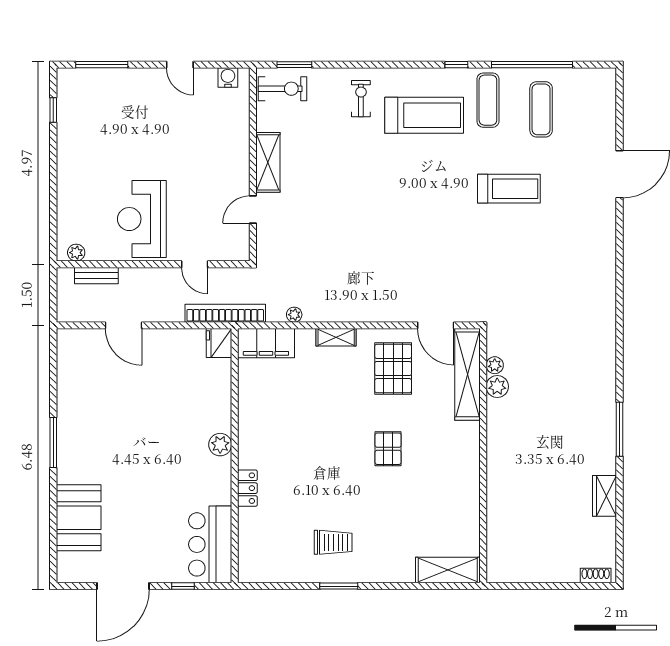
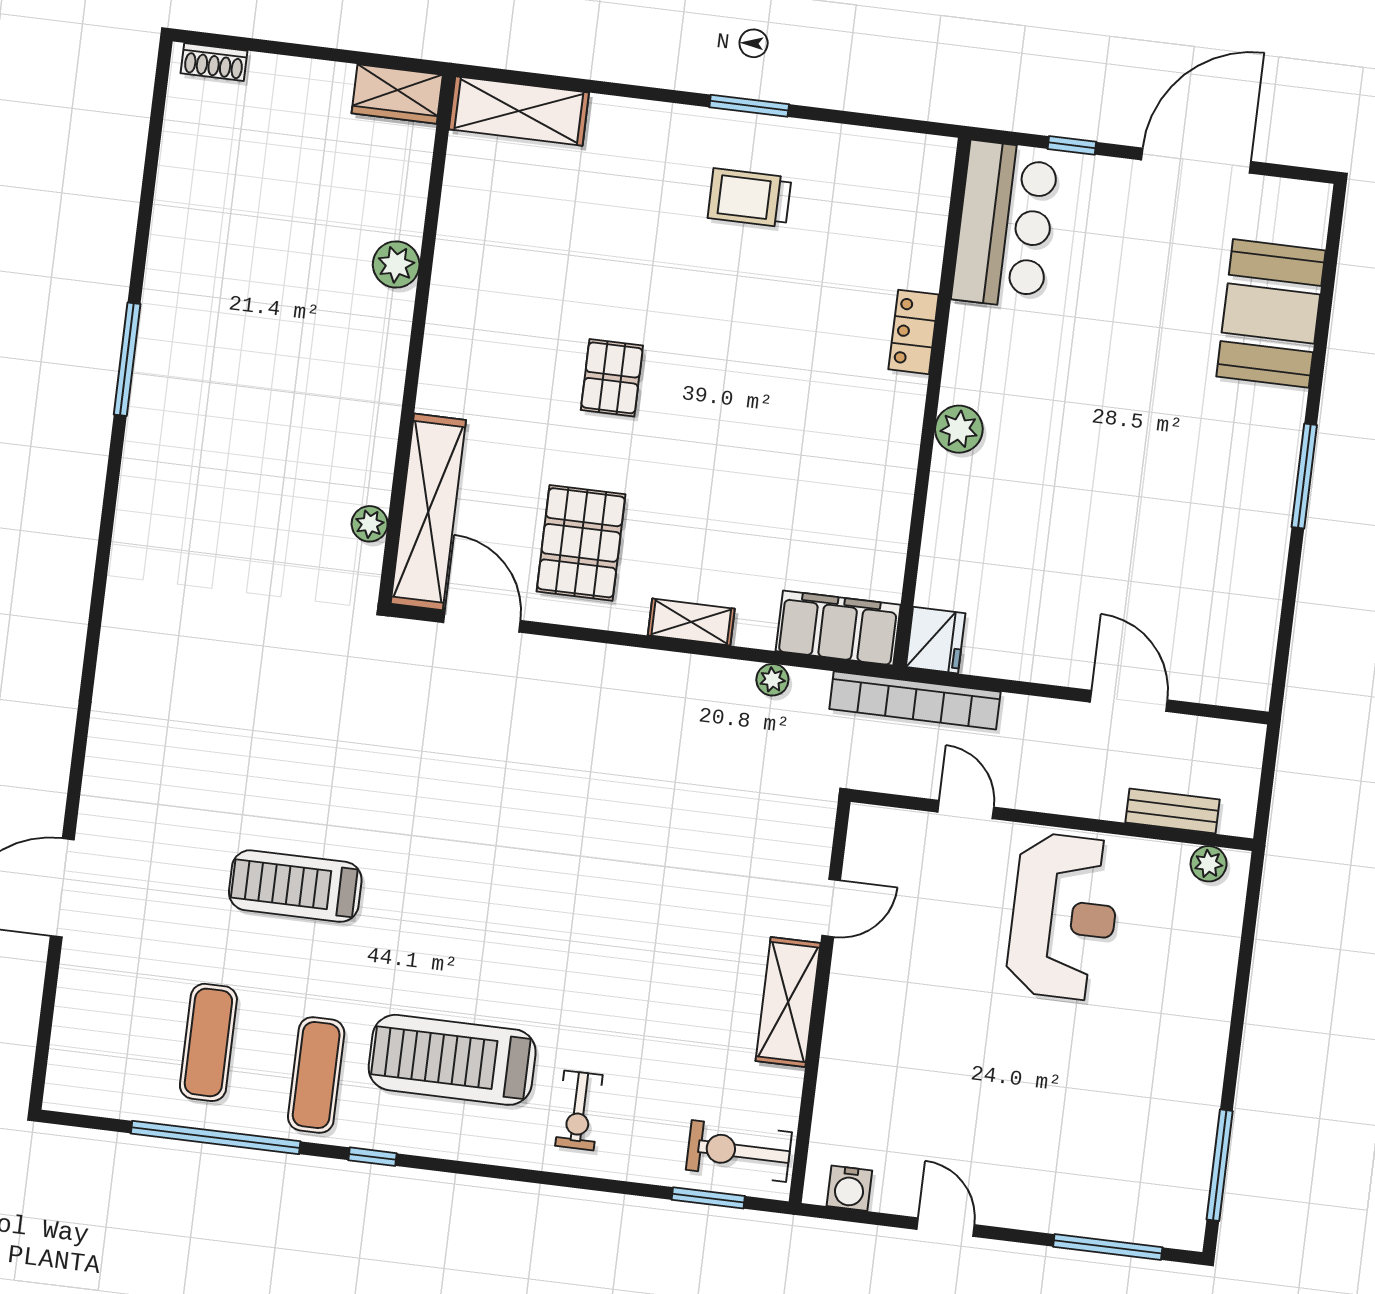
window: (53, 110) -> (1220, 1165), width x2.17
plant: (497, 386) -> (396, 265), moved
wardrobe: (605, 496) -> (397, 94), moved, turned 90

